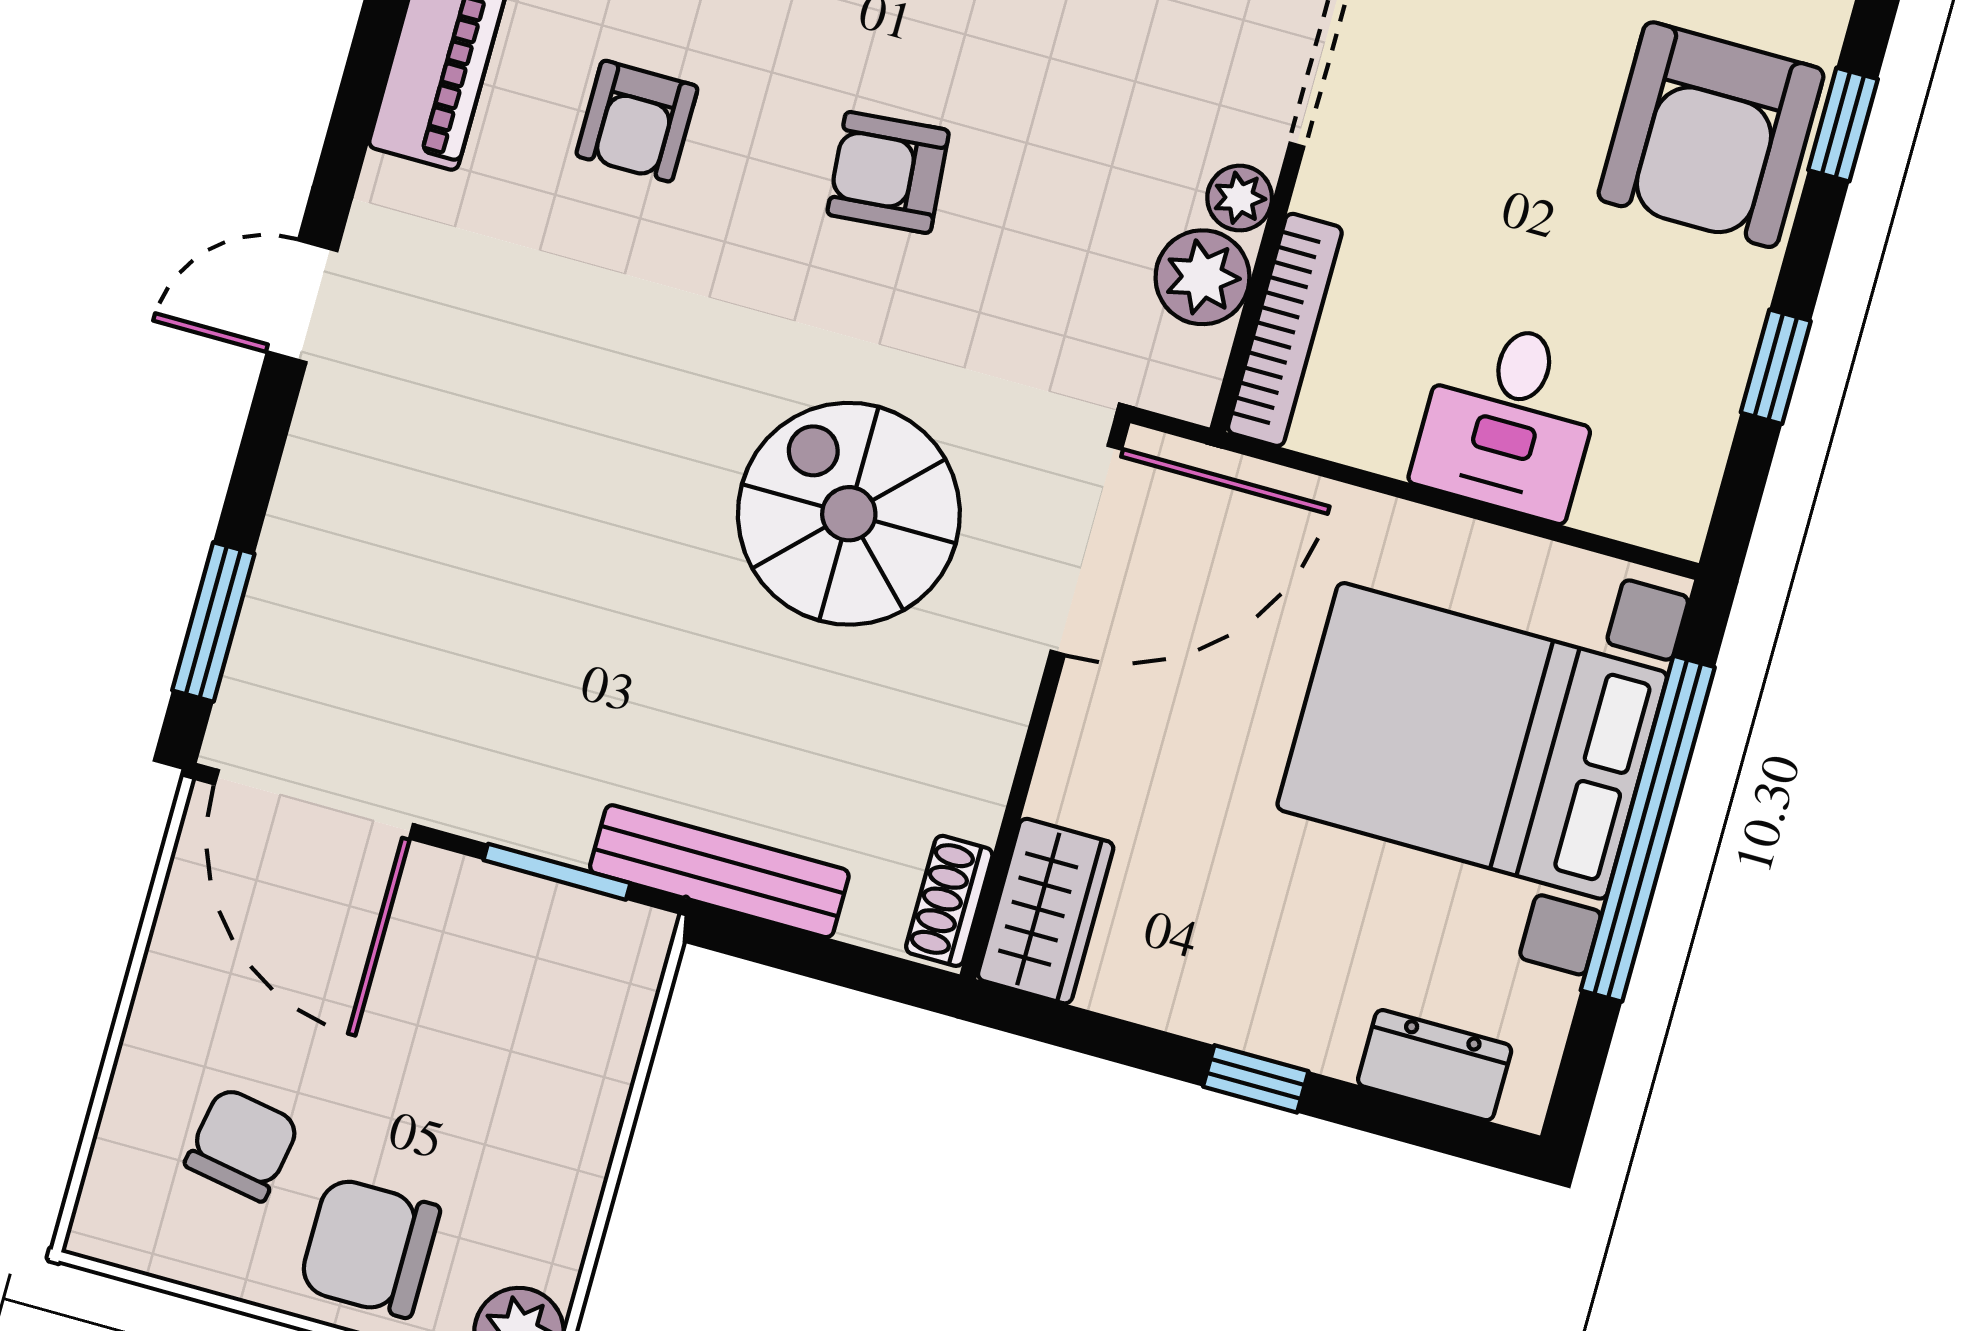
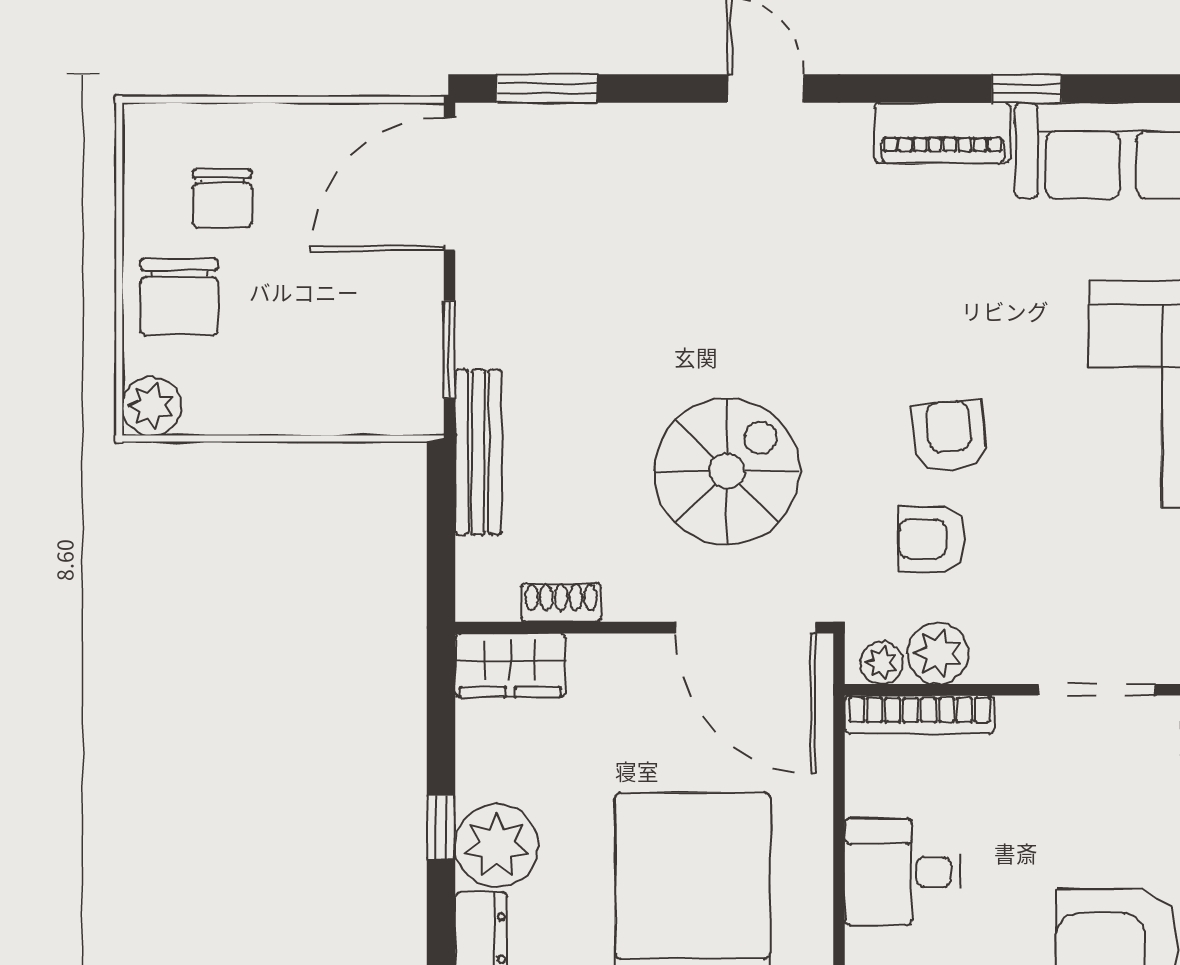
armchair: (637, 121) -> (932, 539), moved
plant: (1240, 198) -> (882, 663), moved
shoe rack: (949, 901) -> (561, 603), moved
plant: (1305, 1004) -> (497, 846), added
chair: (242, 1144) -> (222, 198), turned 80
chair: (369, 1247) -> (179, 297), turned 180

